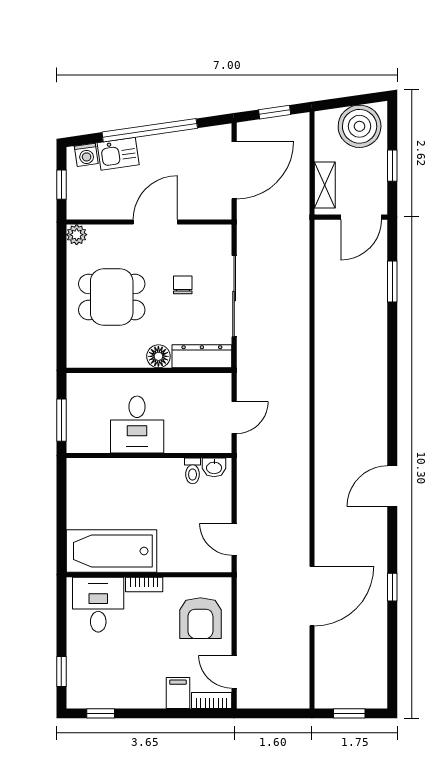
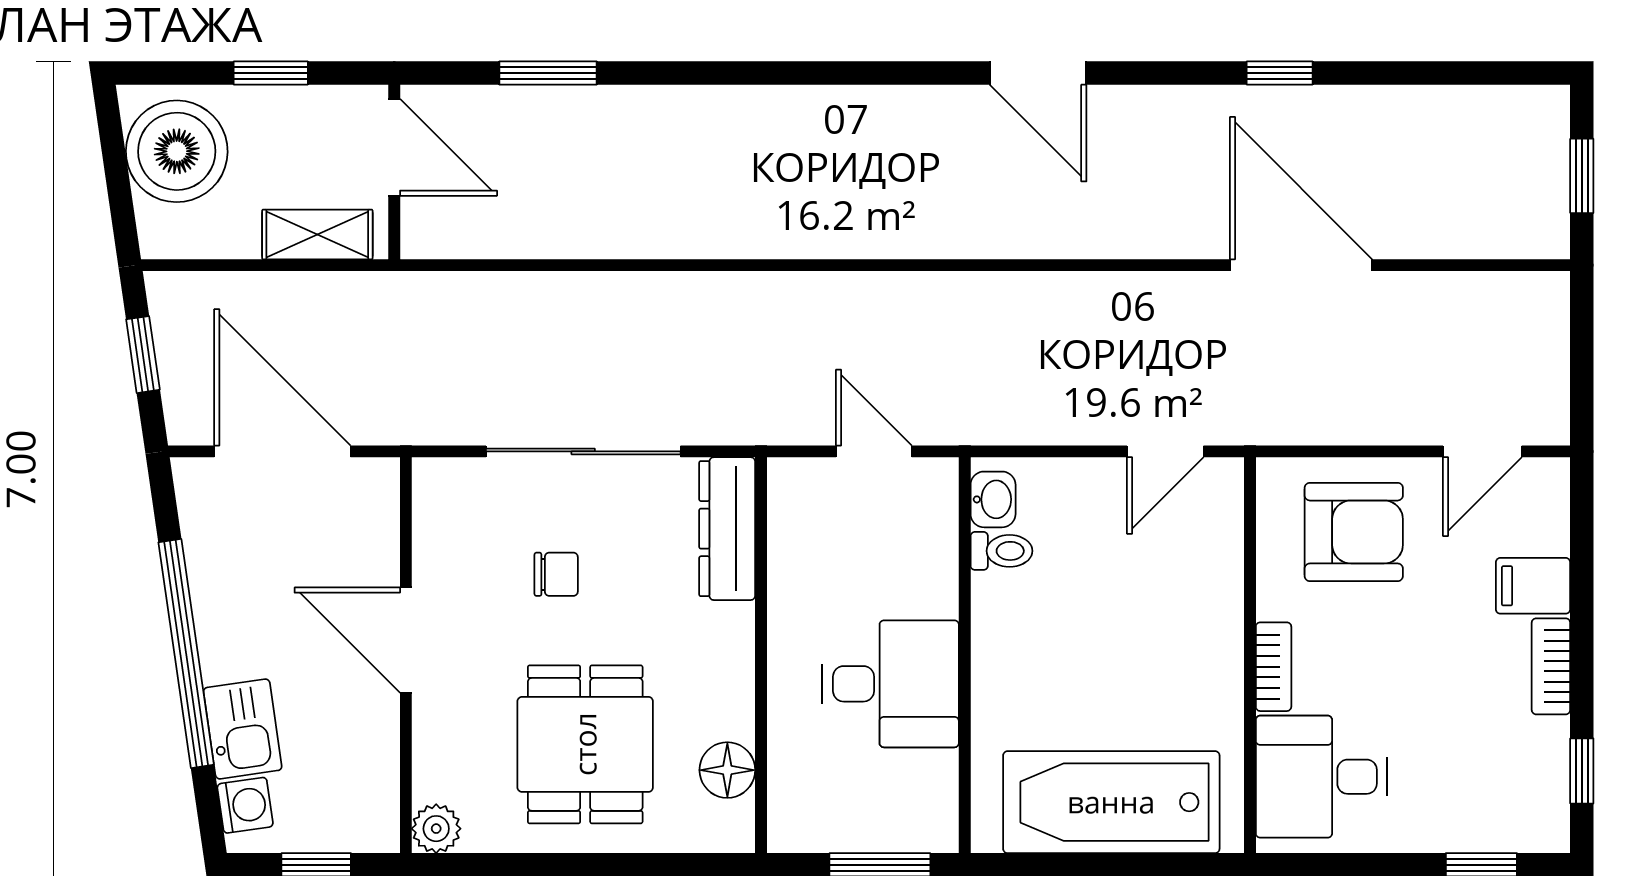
chair: (183, 285) -> (556, 574), turned 180
floor lamp: (158, 356) -> (727, 770), moved
bathtub: (111, 551) -> (1111, 802), moved, turned 90
bookcase: (212, 700) -> (1551, 666), moved

